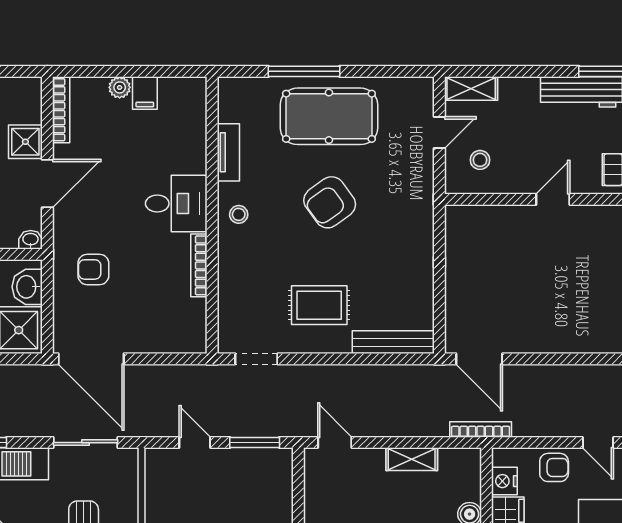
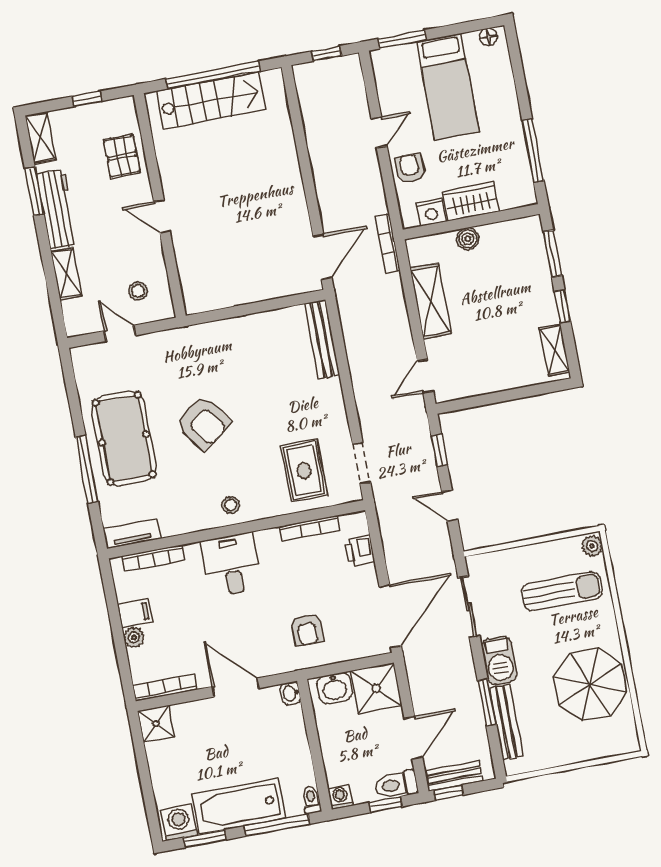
shelving: (471, 88) -> (66, 274), moved
bookcase: (199, 123) -> (153, 558), added
shower: (25, 142) -> (156, 724), moved
tv unit: (228, 152) -> (132, 534), moved
bookcase: (199, 265) -> (310, 528), moved
rug: (319, 305) -> (304, 471), moved
printer: (166, 340) -> (360, 551), added
door: (195, 443) -> (450, 506), hinge flipped
window: (255, 443) -> (439, 450), width x0.67
shelving: (412, 459) -> (431, 301), width x1.50, depth x1.33

